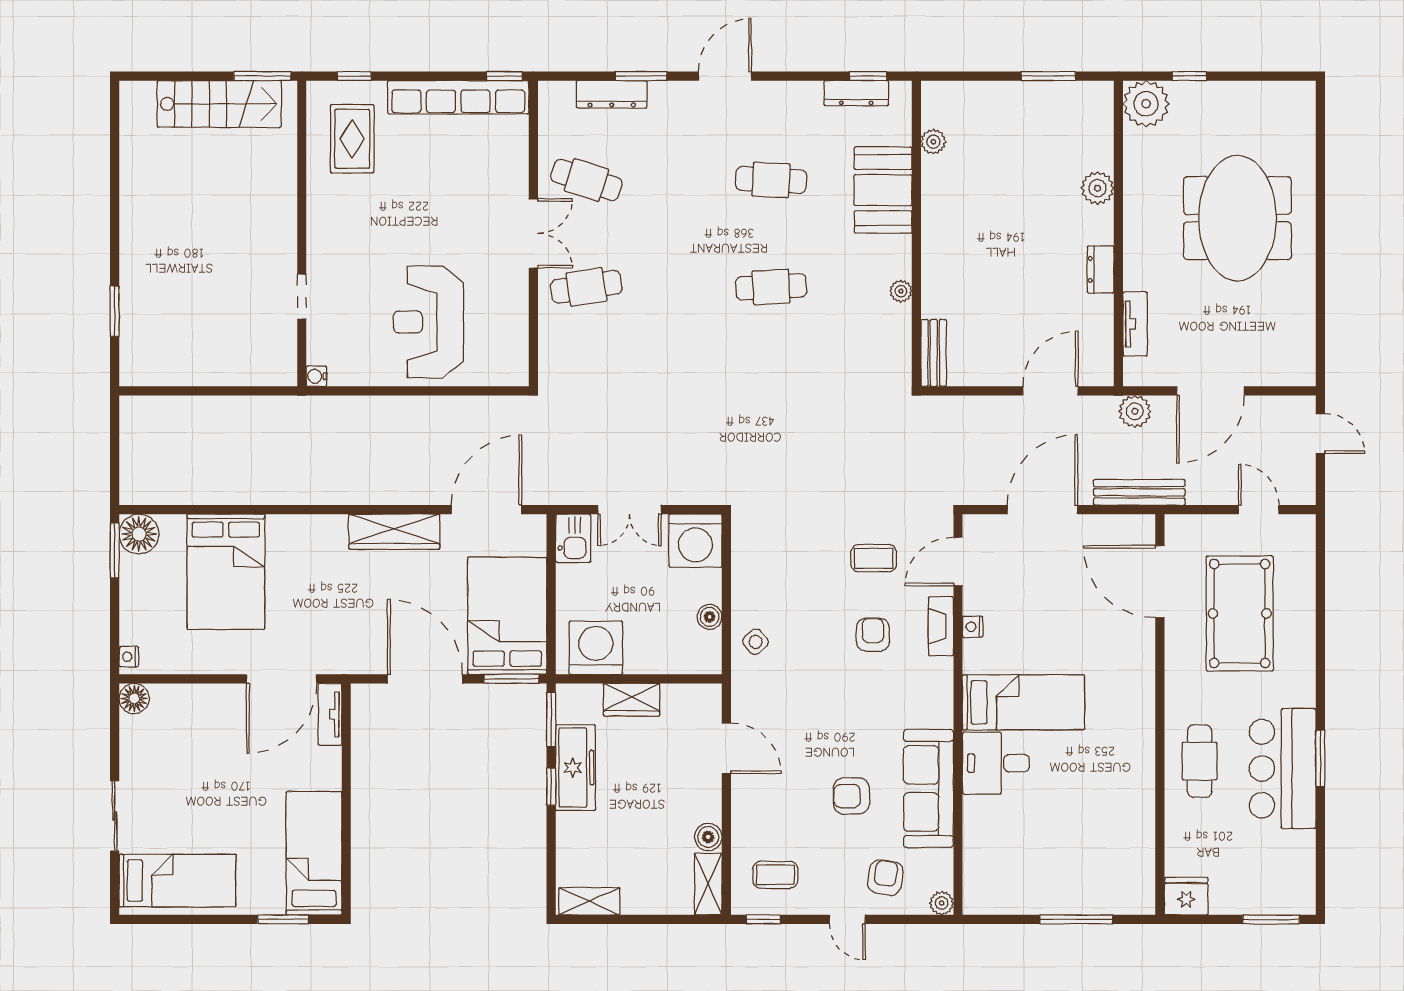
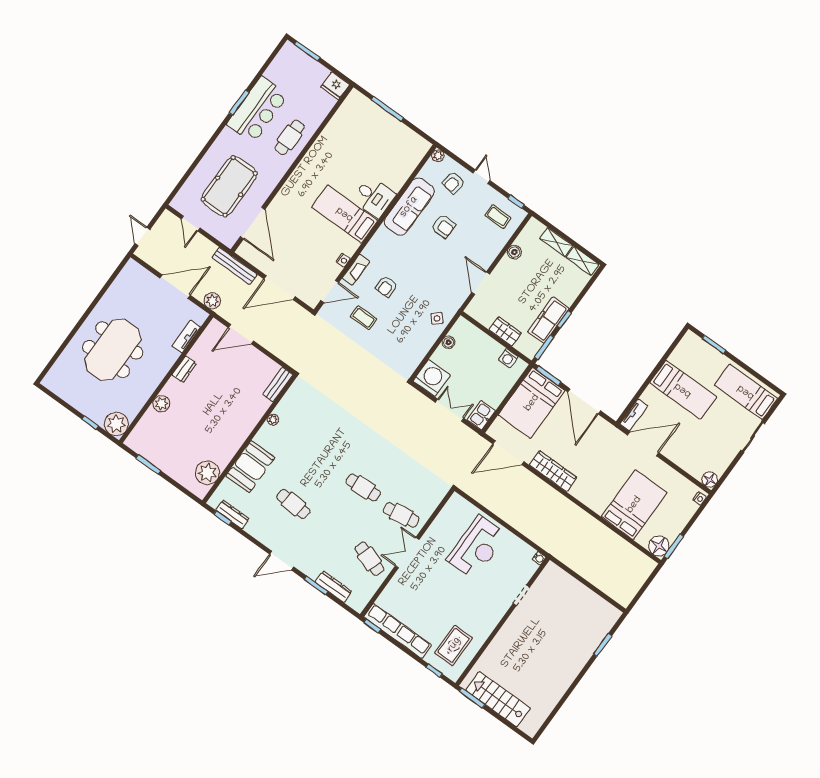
plant: (933, 142) -> (207, 473), width x1.87, depth x1.87
cafe table: (771, 287) -> (363, 487), moved
washing machine: (596, 648) -> (508, 358), width x0.53, depth x0.53
bed: (314, 853) -> (683, 390), moved, turned -90
shelving: (708, 884) -> (556, 242), moved, turned 90

